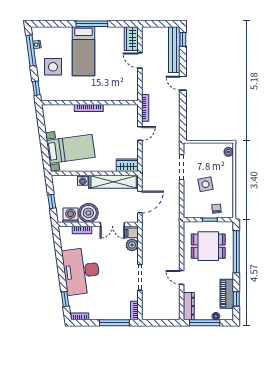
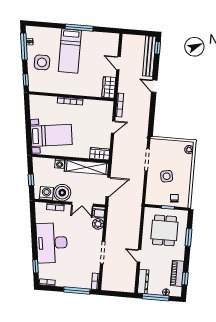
wardrobe: (131, 39) -> (109, 87), moved
dining table: (208, 246) -> (164, 230), turned 90
window: (236, 252) -> (188, 237), width x0.47

